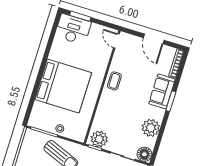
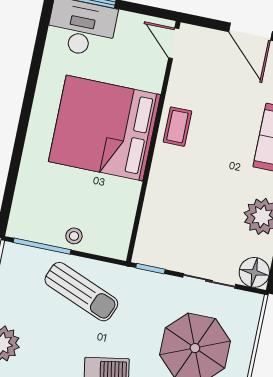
bed: (63, 86) -> (105, 128), moved, turned 180
plant: (99, 139) -> (158, 250), removed

